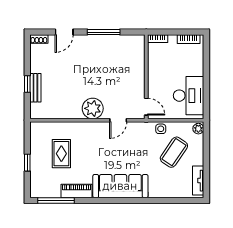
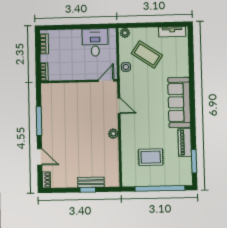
desk: (189, 96) -> (95, 42), width x0.73
plant: (93, 108) -> (113, 134), width x0.53, depth x0.53
window: (27, 163) -> (160, 188), width x3.17
window: (56, 200) -> (194, 161), width x0.69

